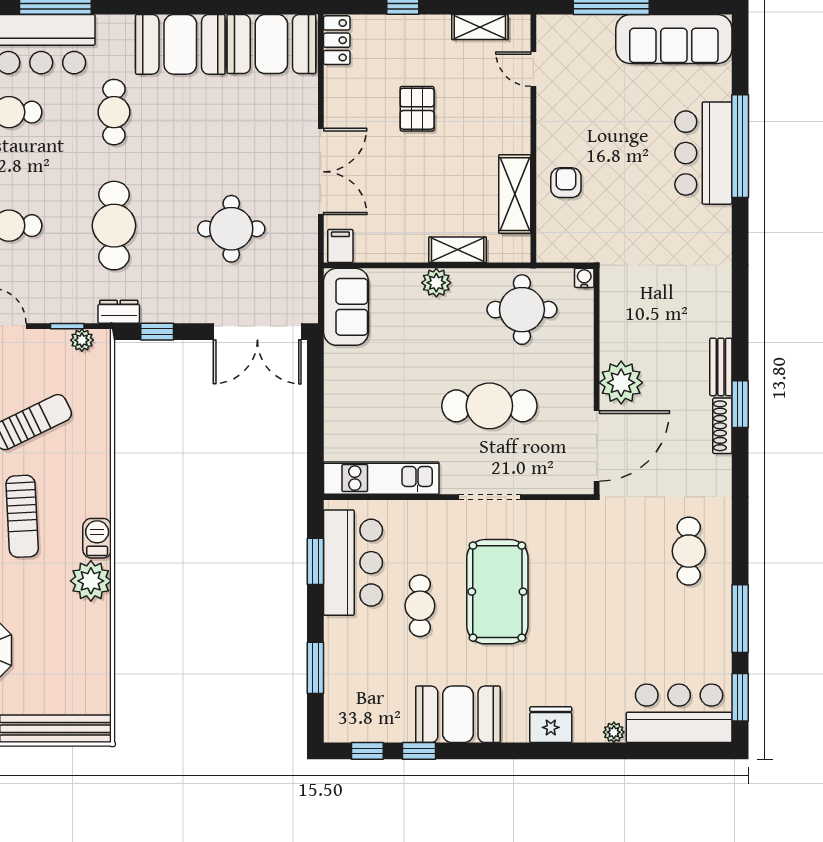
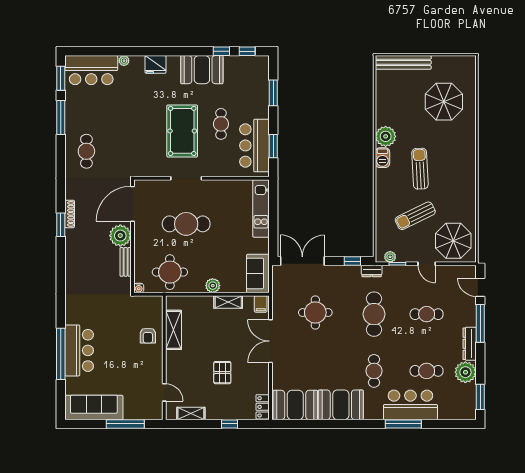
shelving: (458, 250) -> (228, 302), moved
bench: (721, 367) -> (126, 262), moved
kitchen unit: (381, 478) -> (261, 209), moved, turned 90

